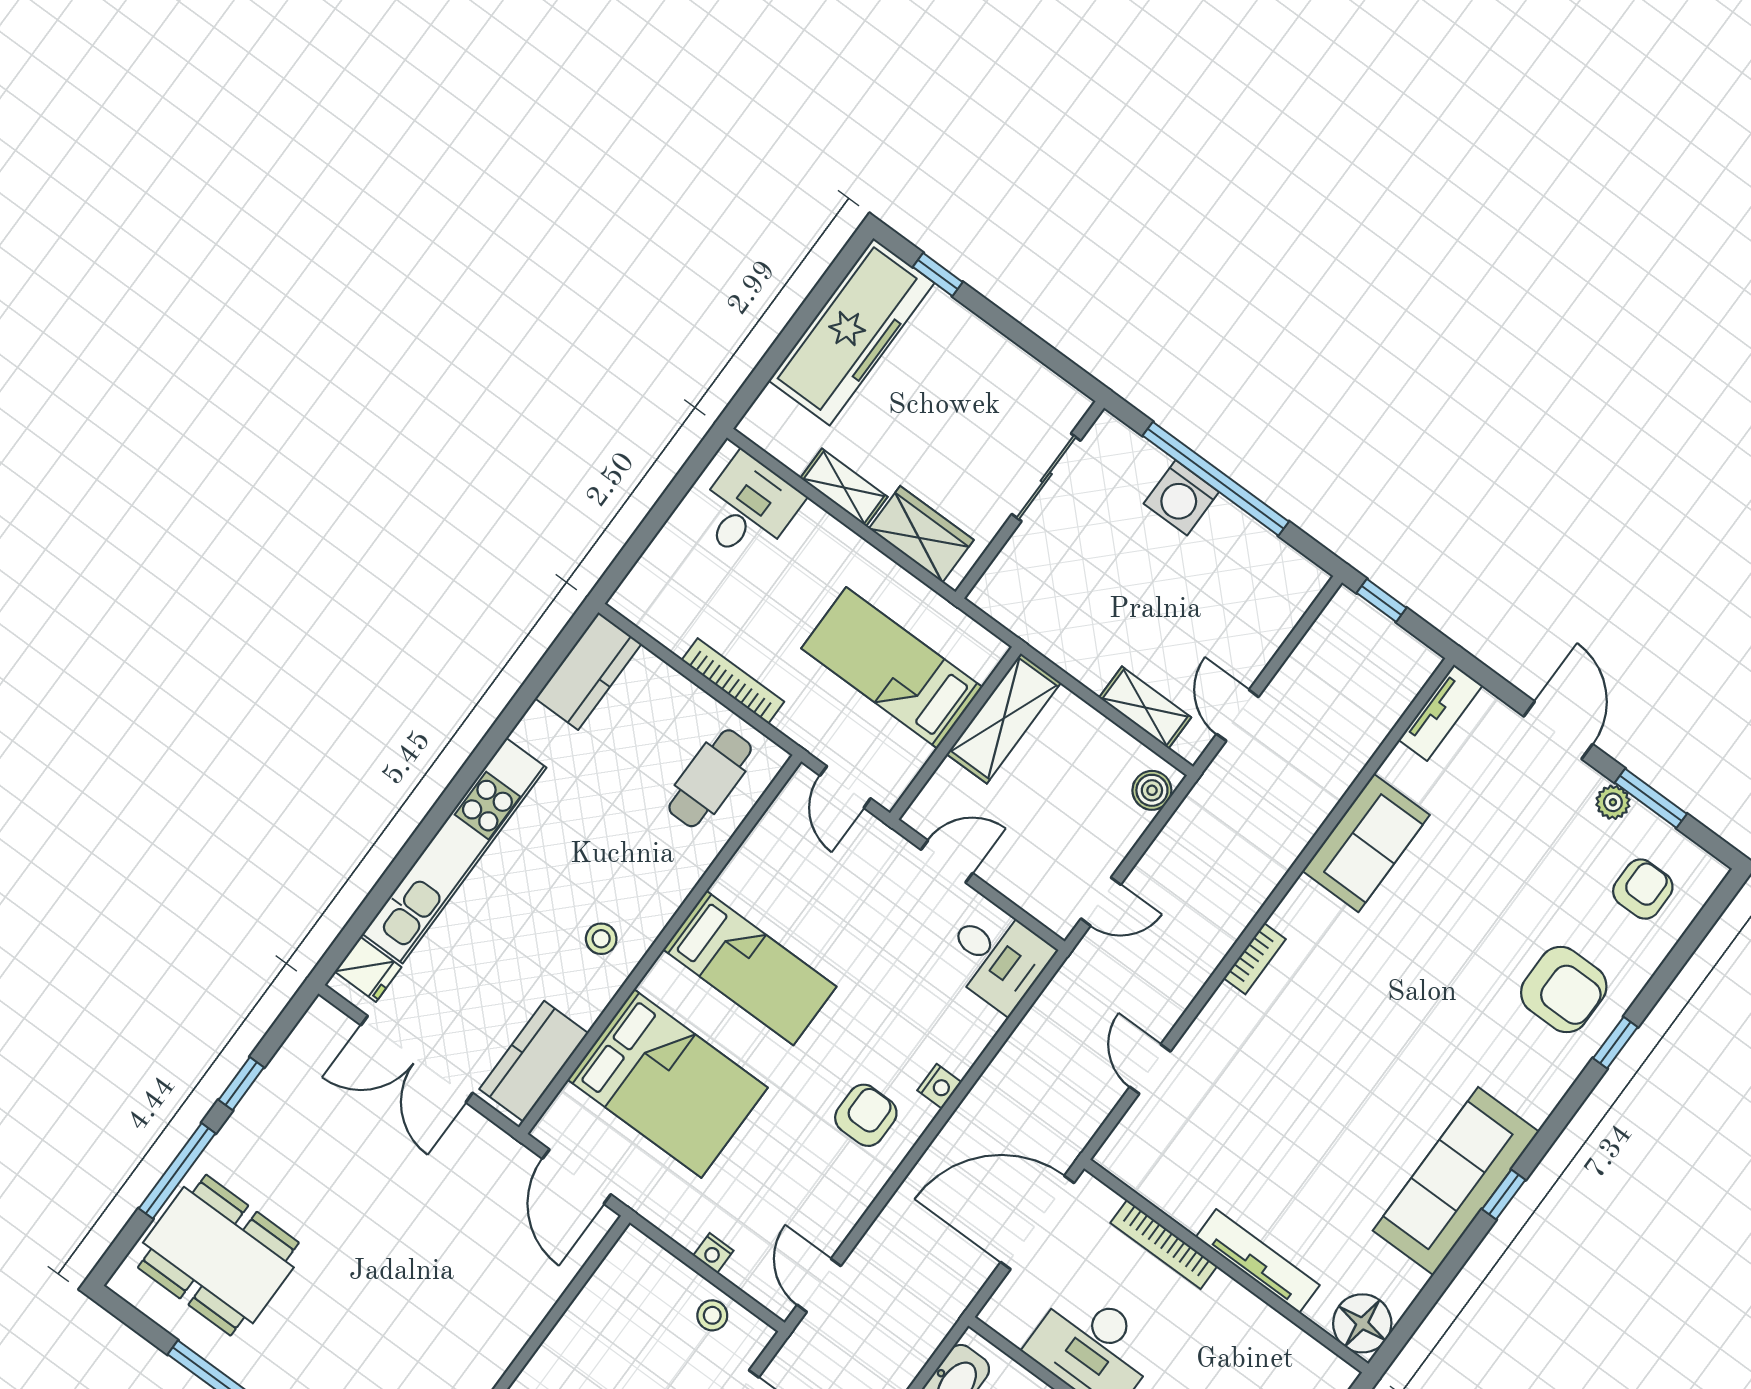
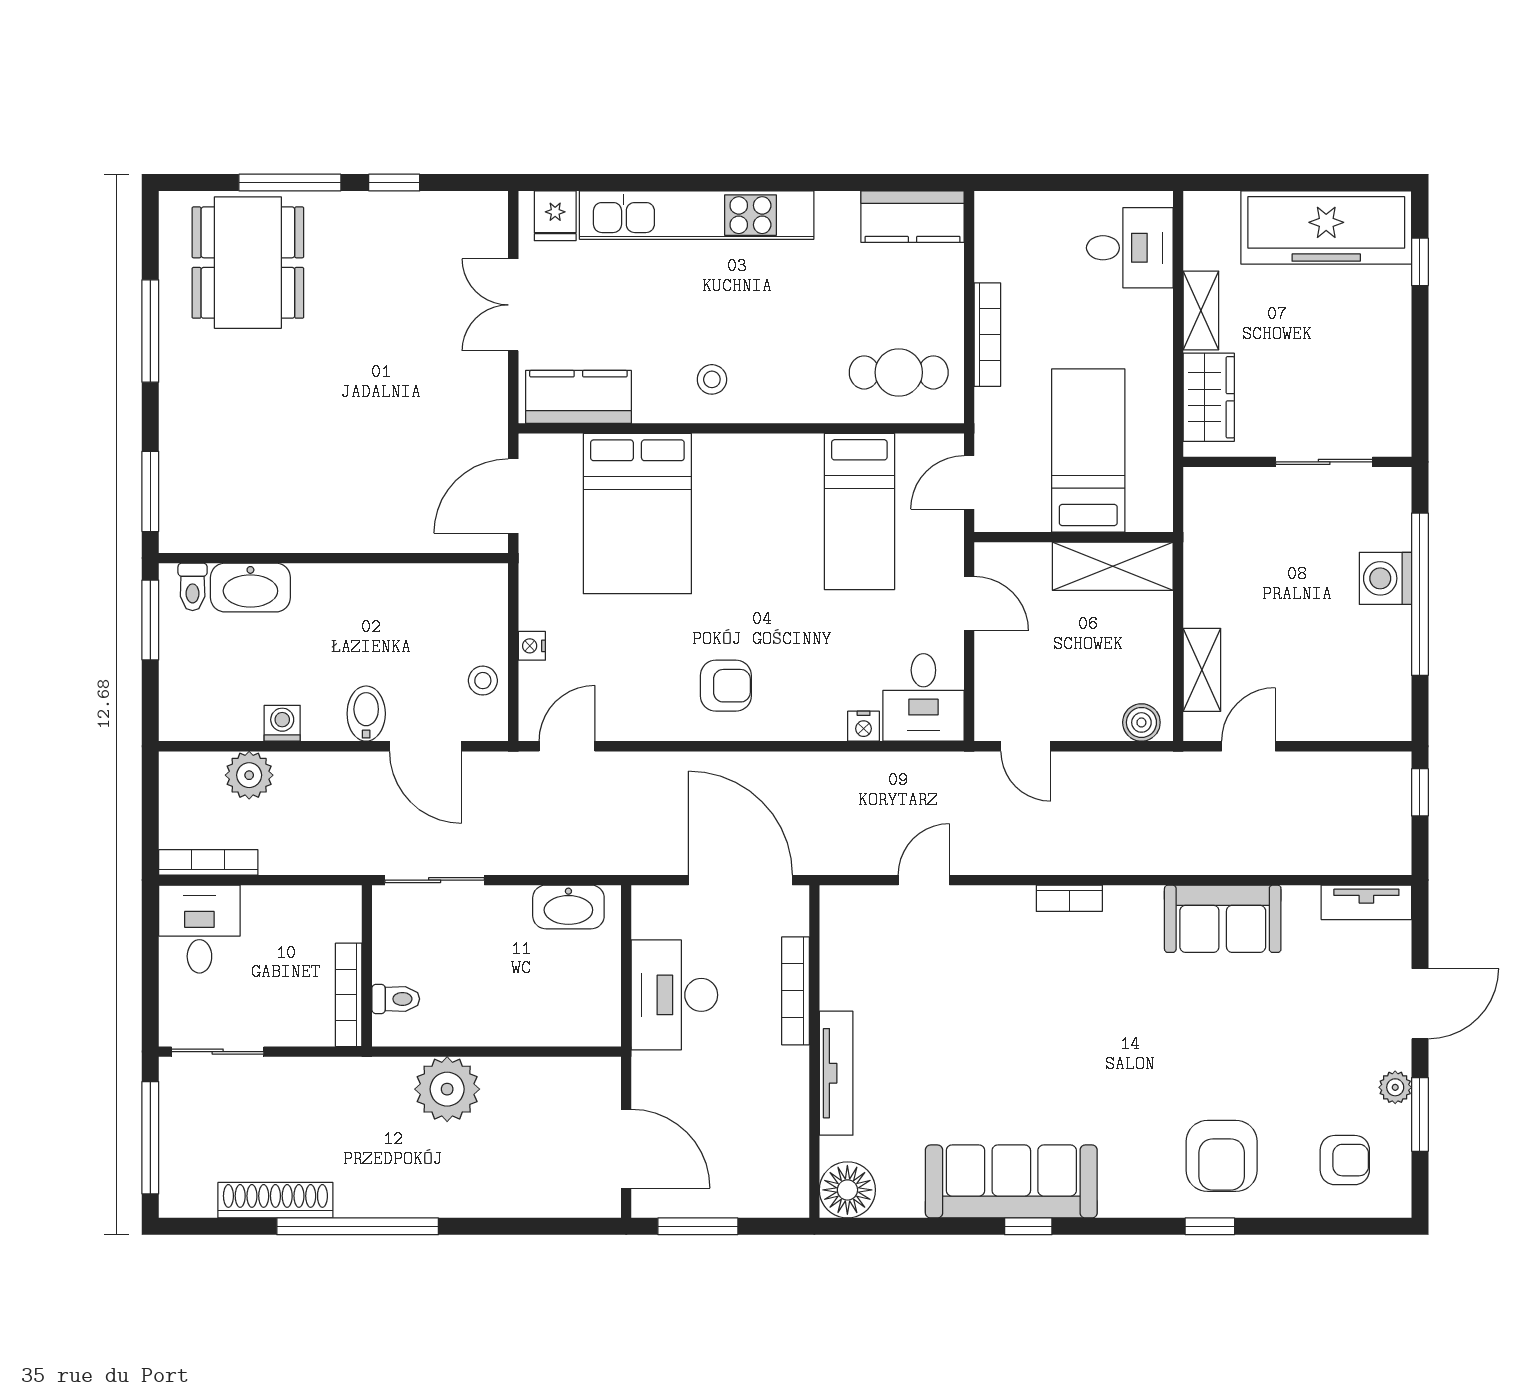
bed: (750, 968) -> (859, 511), moved
double door: (417, 1059) -> (513, 305), width x0.73
nightstand: (939, 1086) -> (864, 726), moved

